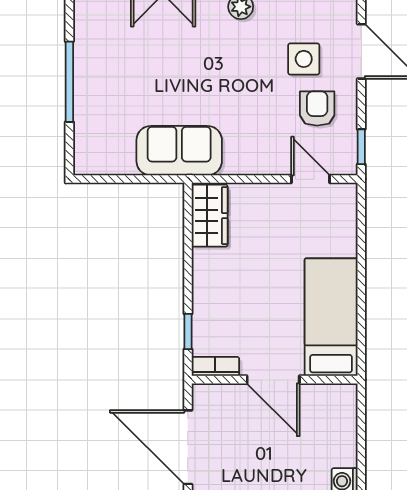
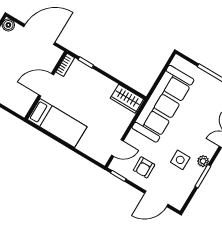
side table: (304, 59) -> (180, 160), moved
armchair: (317, 109) -> (144, 167), turned 89
sofa: (179, 151) -> (163, 104), width x1.85, depth x1.27

